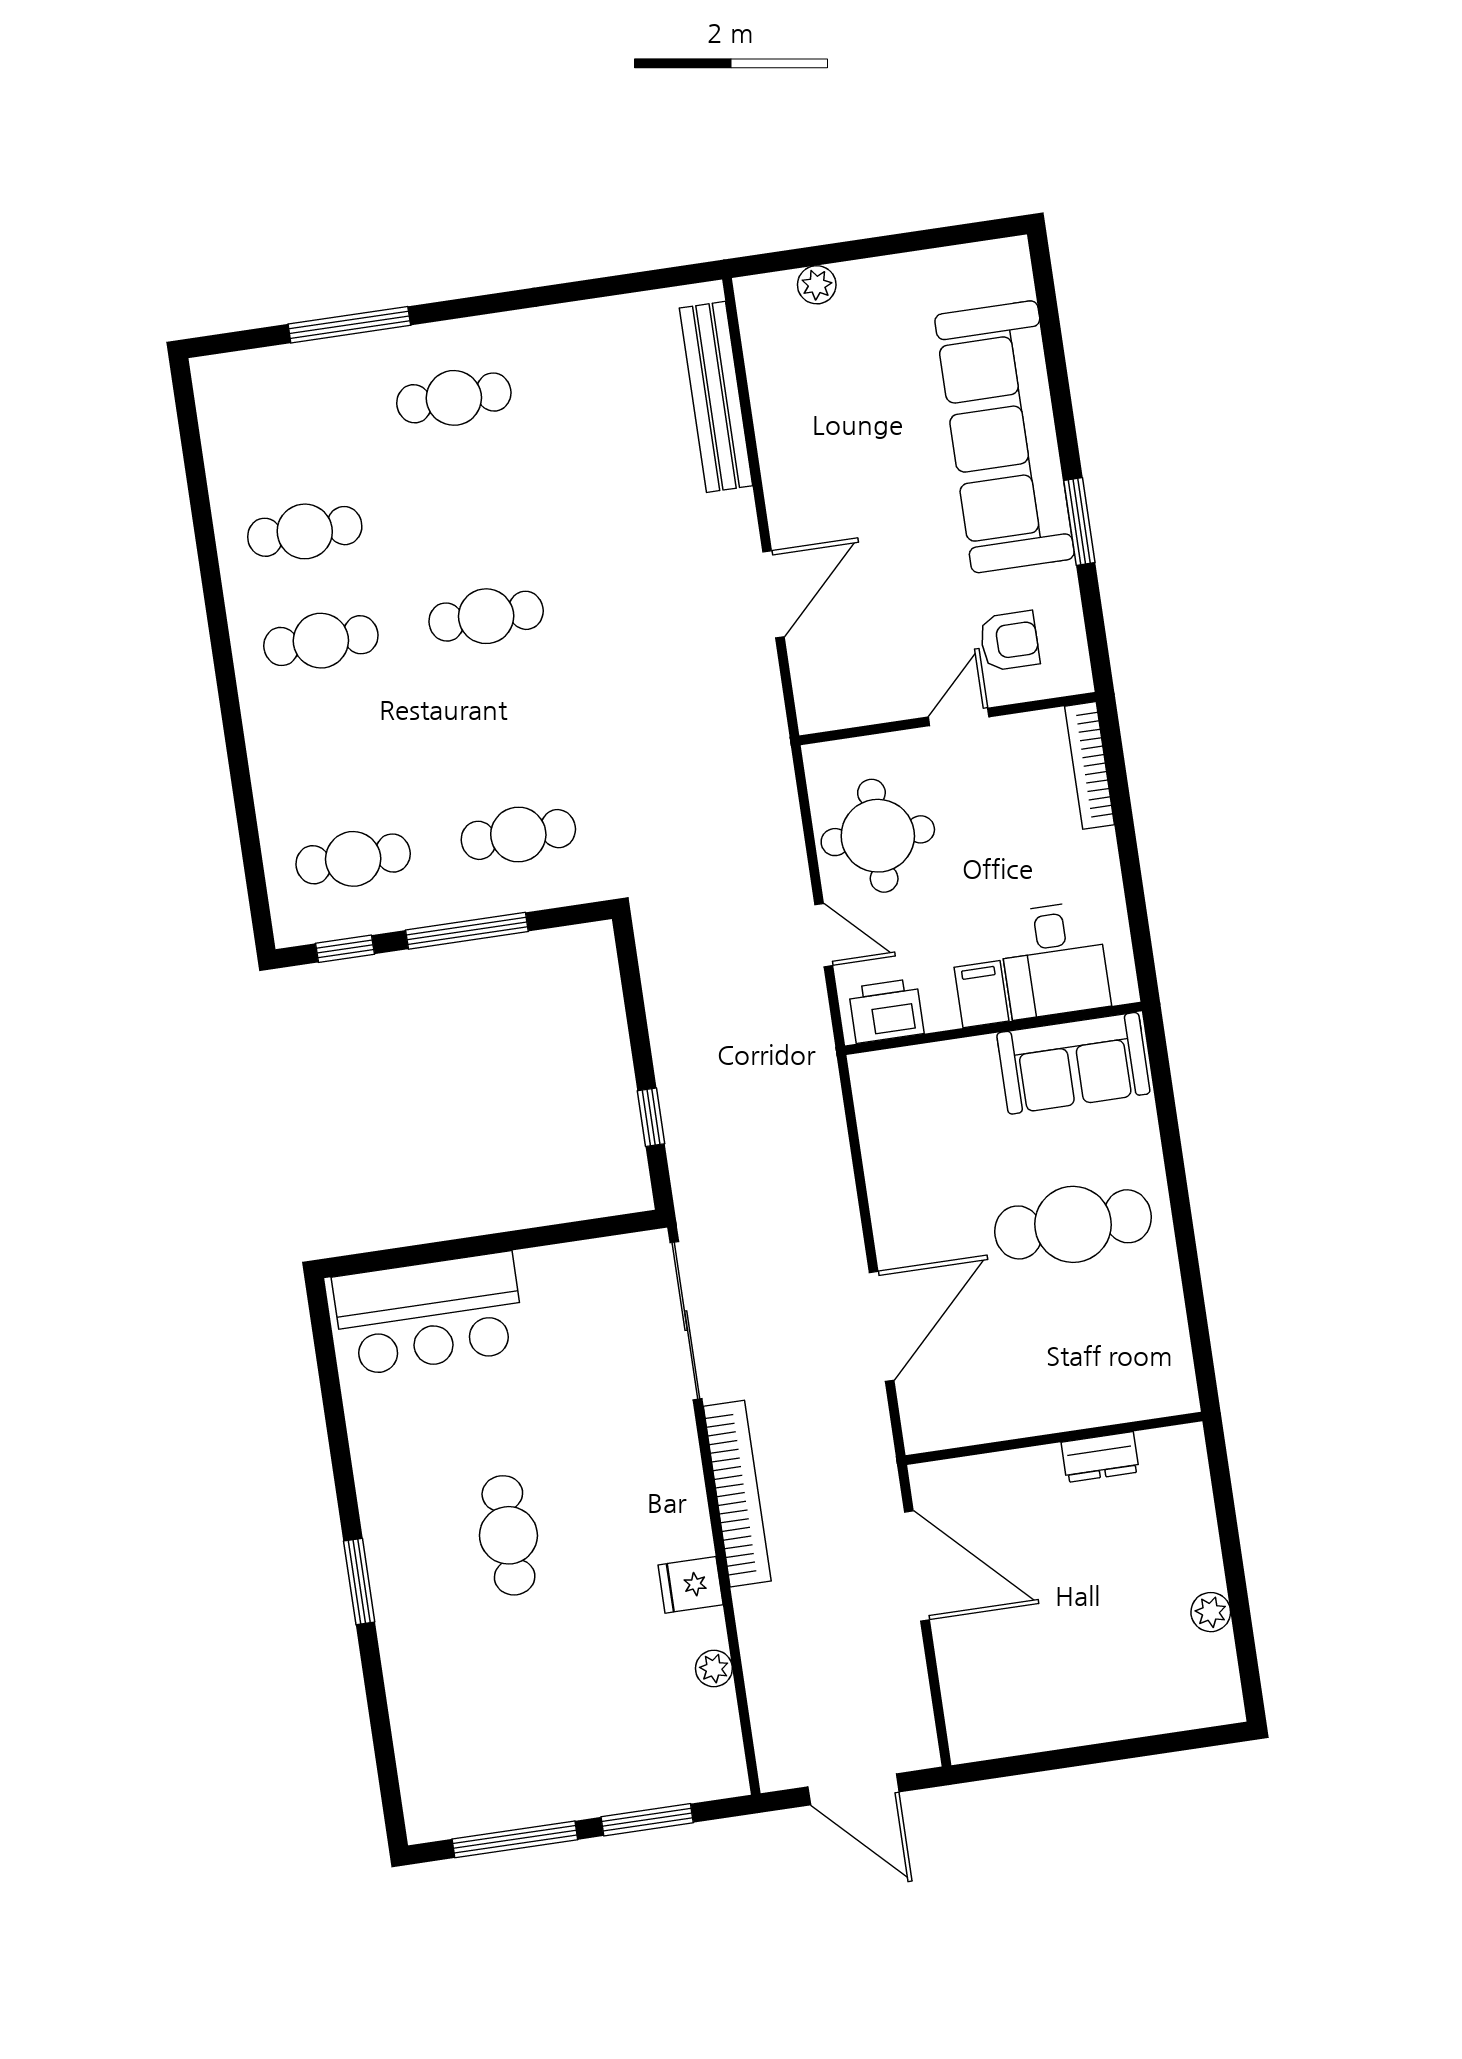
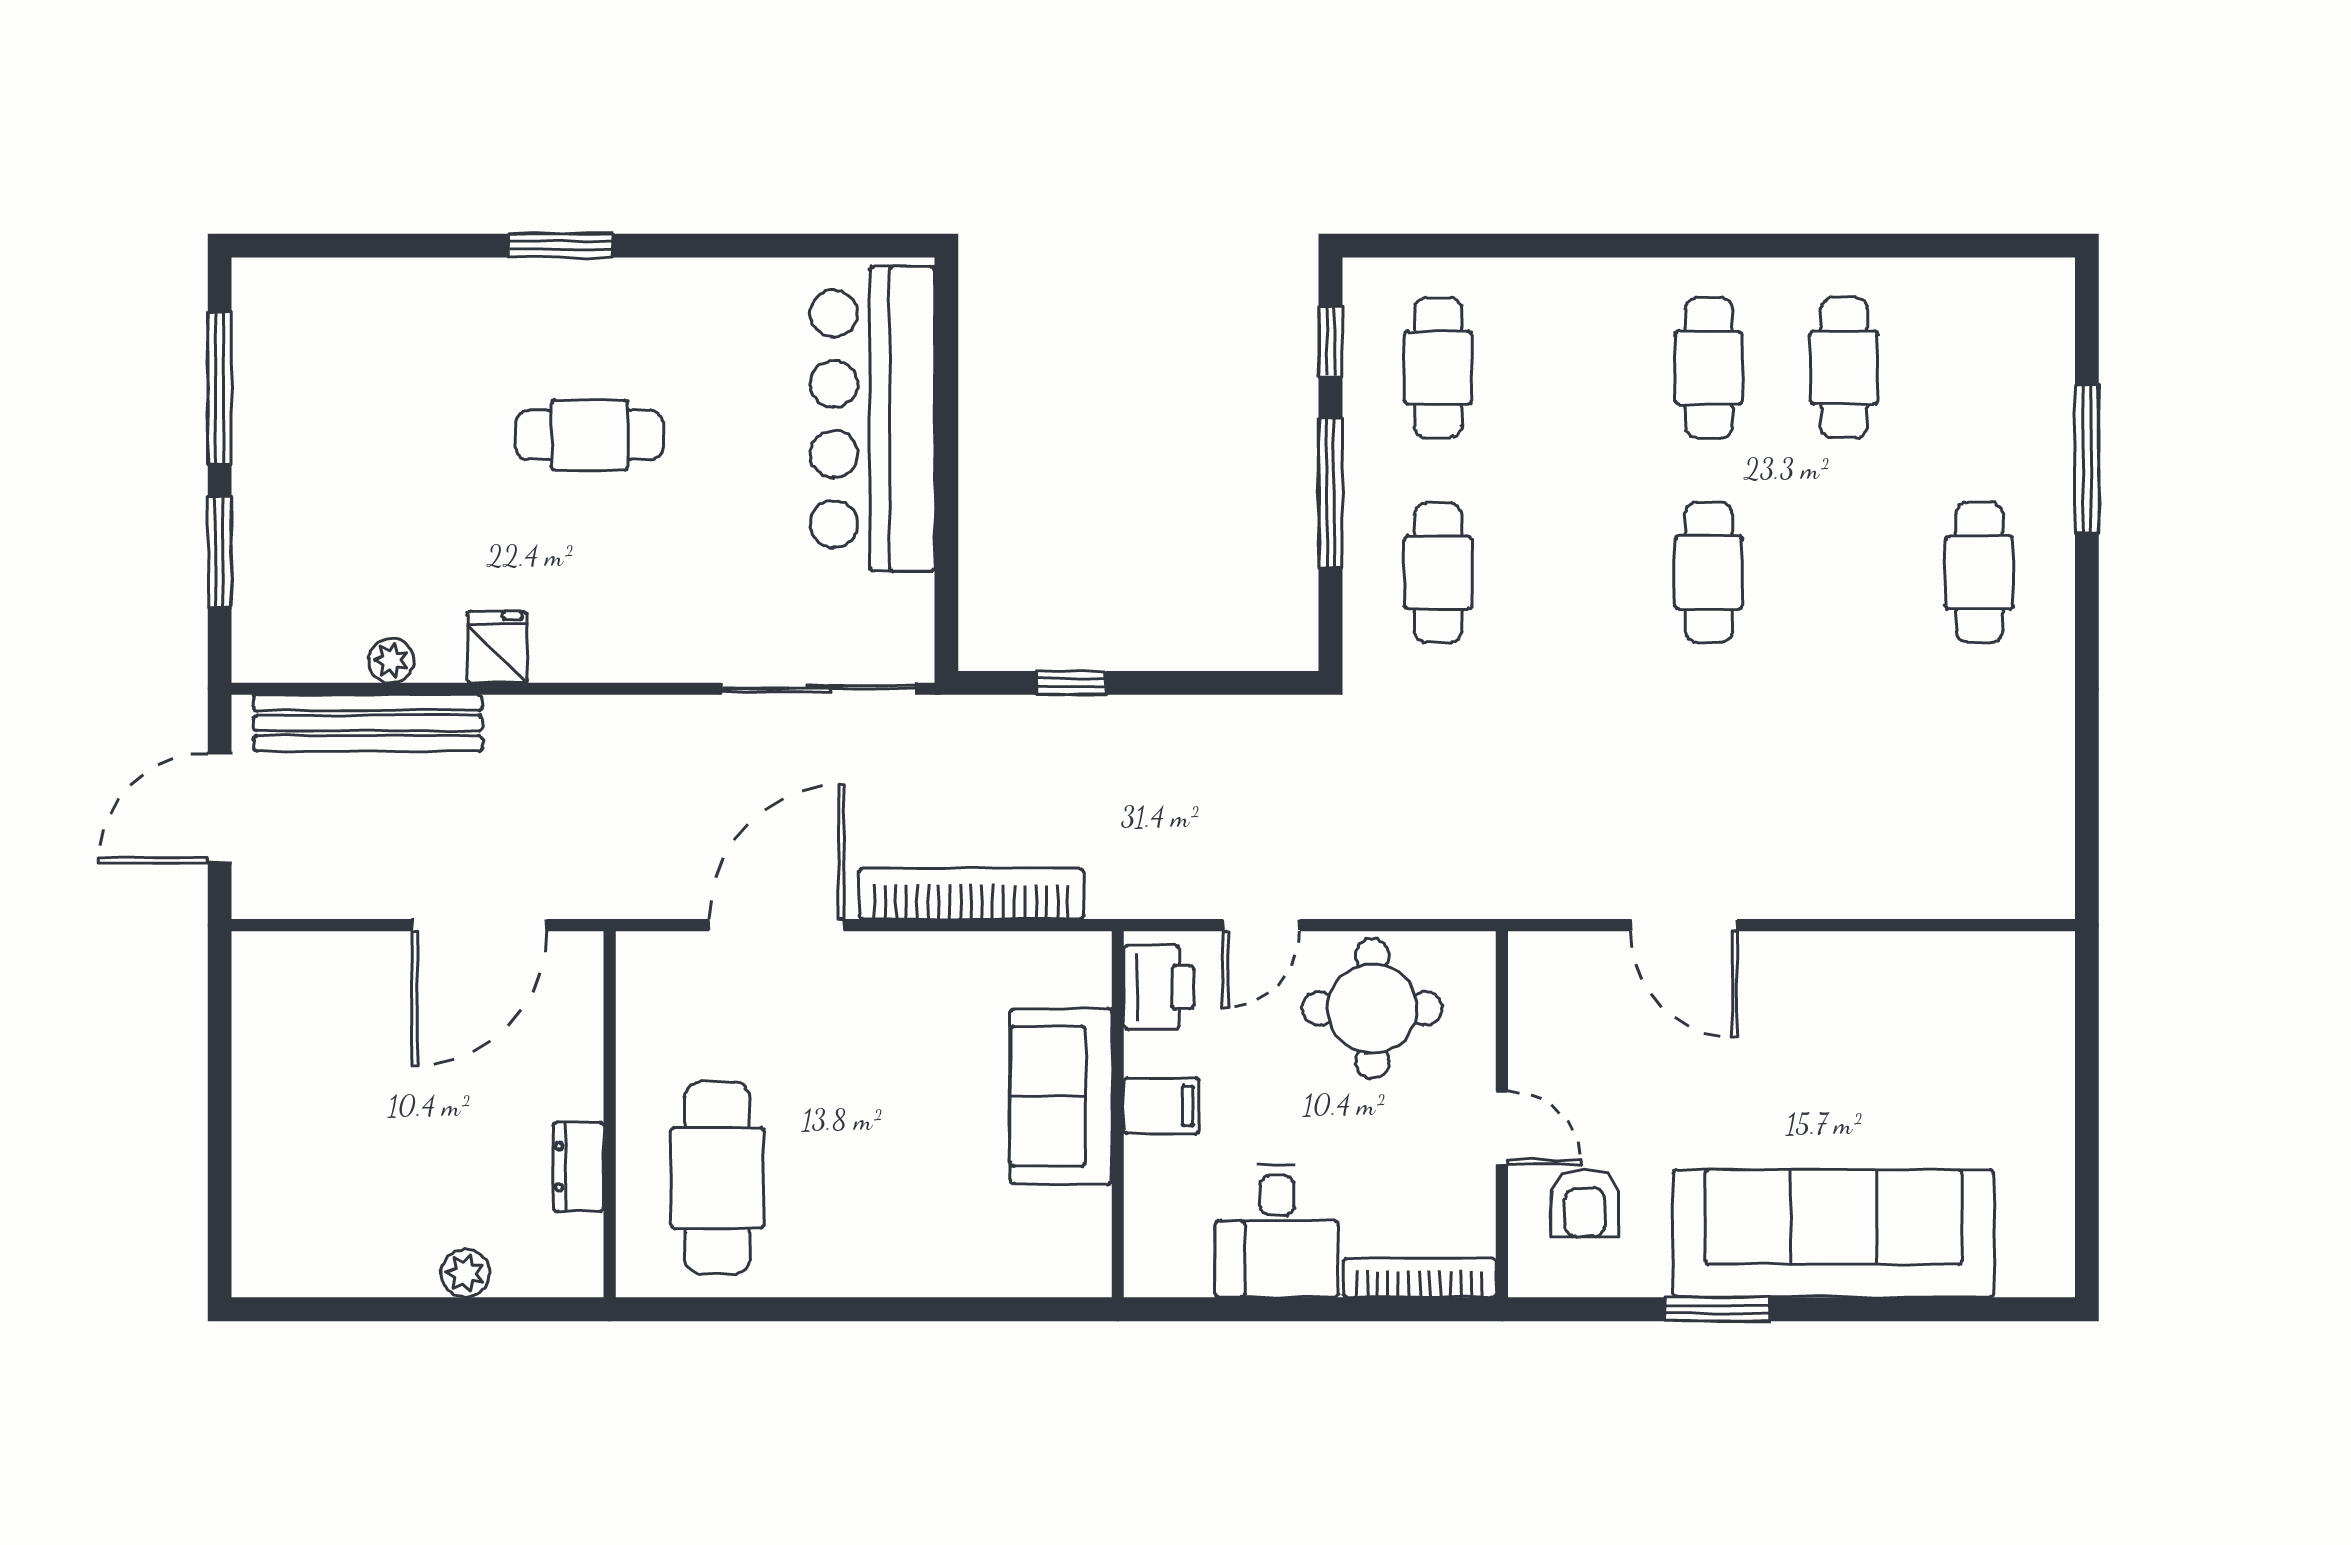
plant: (817, 285) -> (2051, 1033), removed
bench: (716, 397) -> (368, 723), moved
desk: (1054, 960) -> (1277, 1231), moved, turned -90
sofa: (1073, 1063) -> (1061, 1096), moved
cafe table: (1073, 1224) -> (717, 1178), moved
bar counter: (429, 1314) -> (872, 419), width x1.36
door: (882, 1326) -> (776, 925), swing flipped
bookcase: (737, 1494) -> (971, 894), moved, turned 180
plant: (1211, 1612) -> (465, 1273), moved

